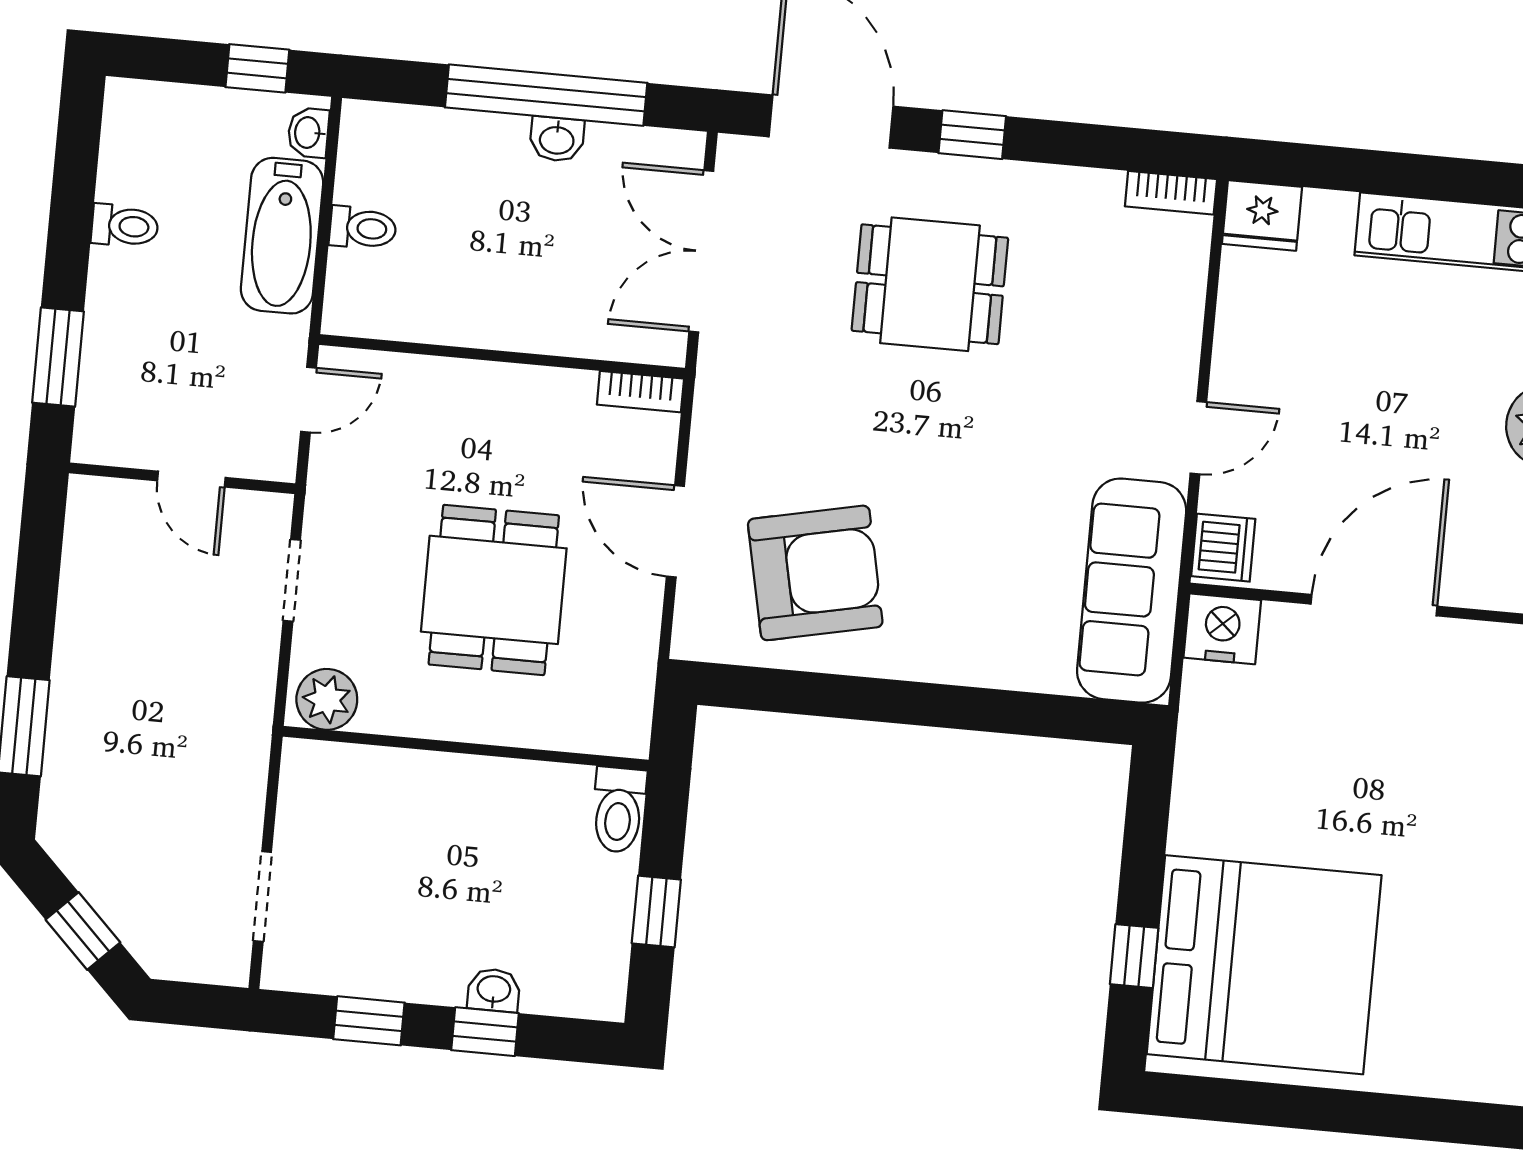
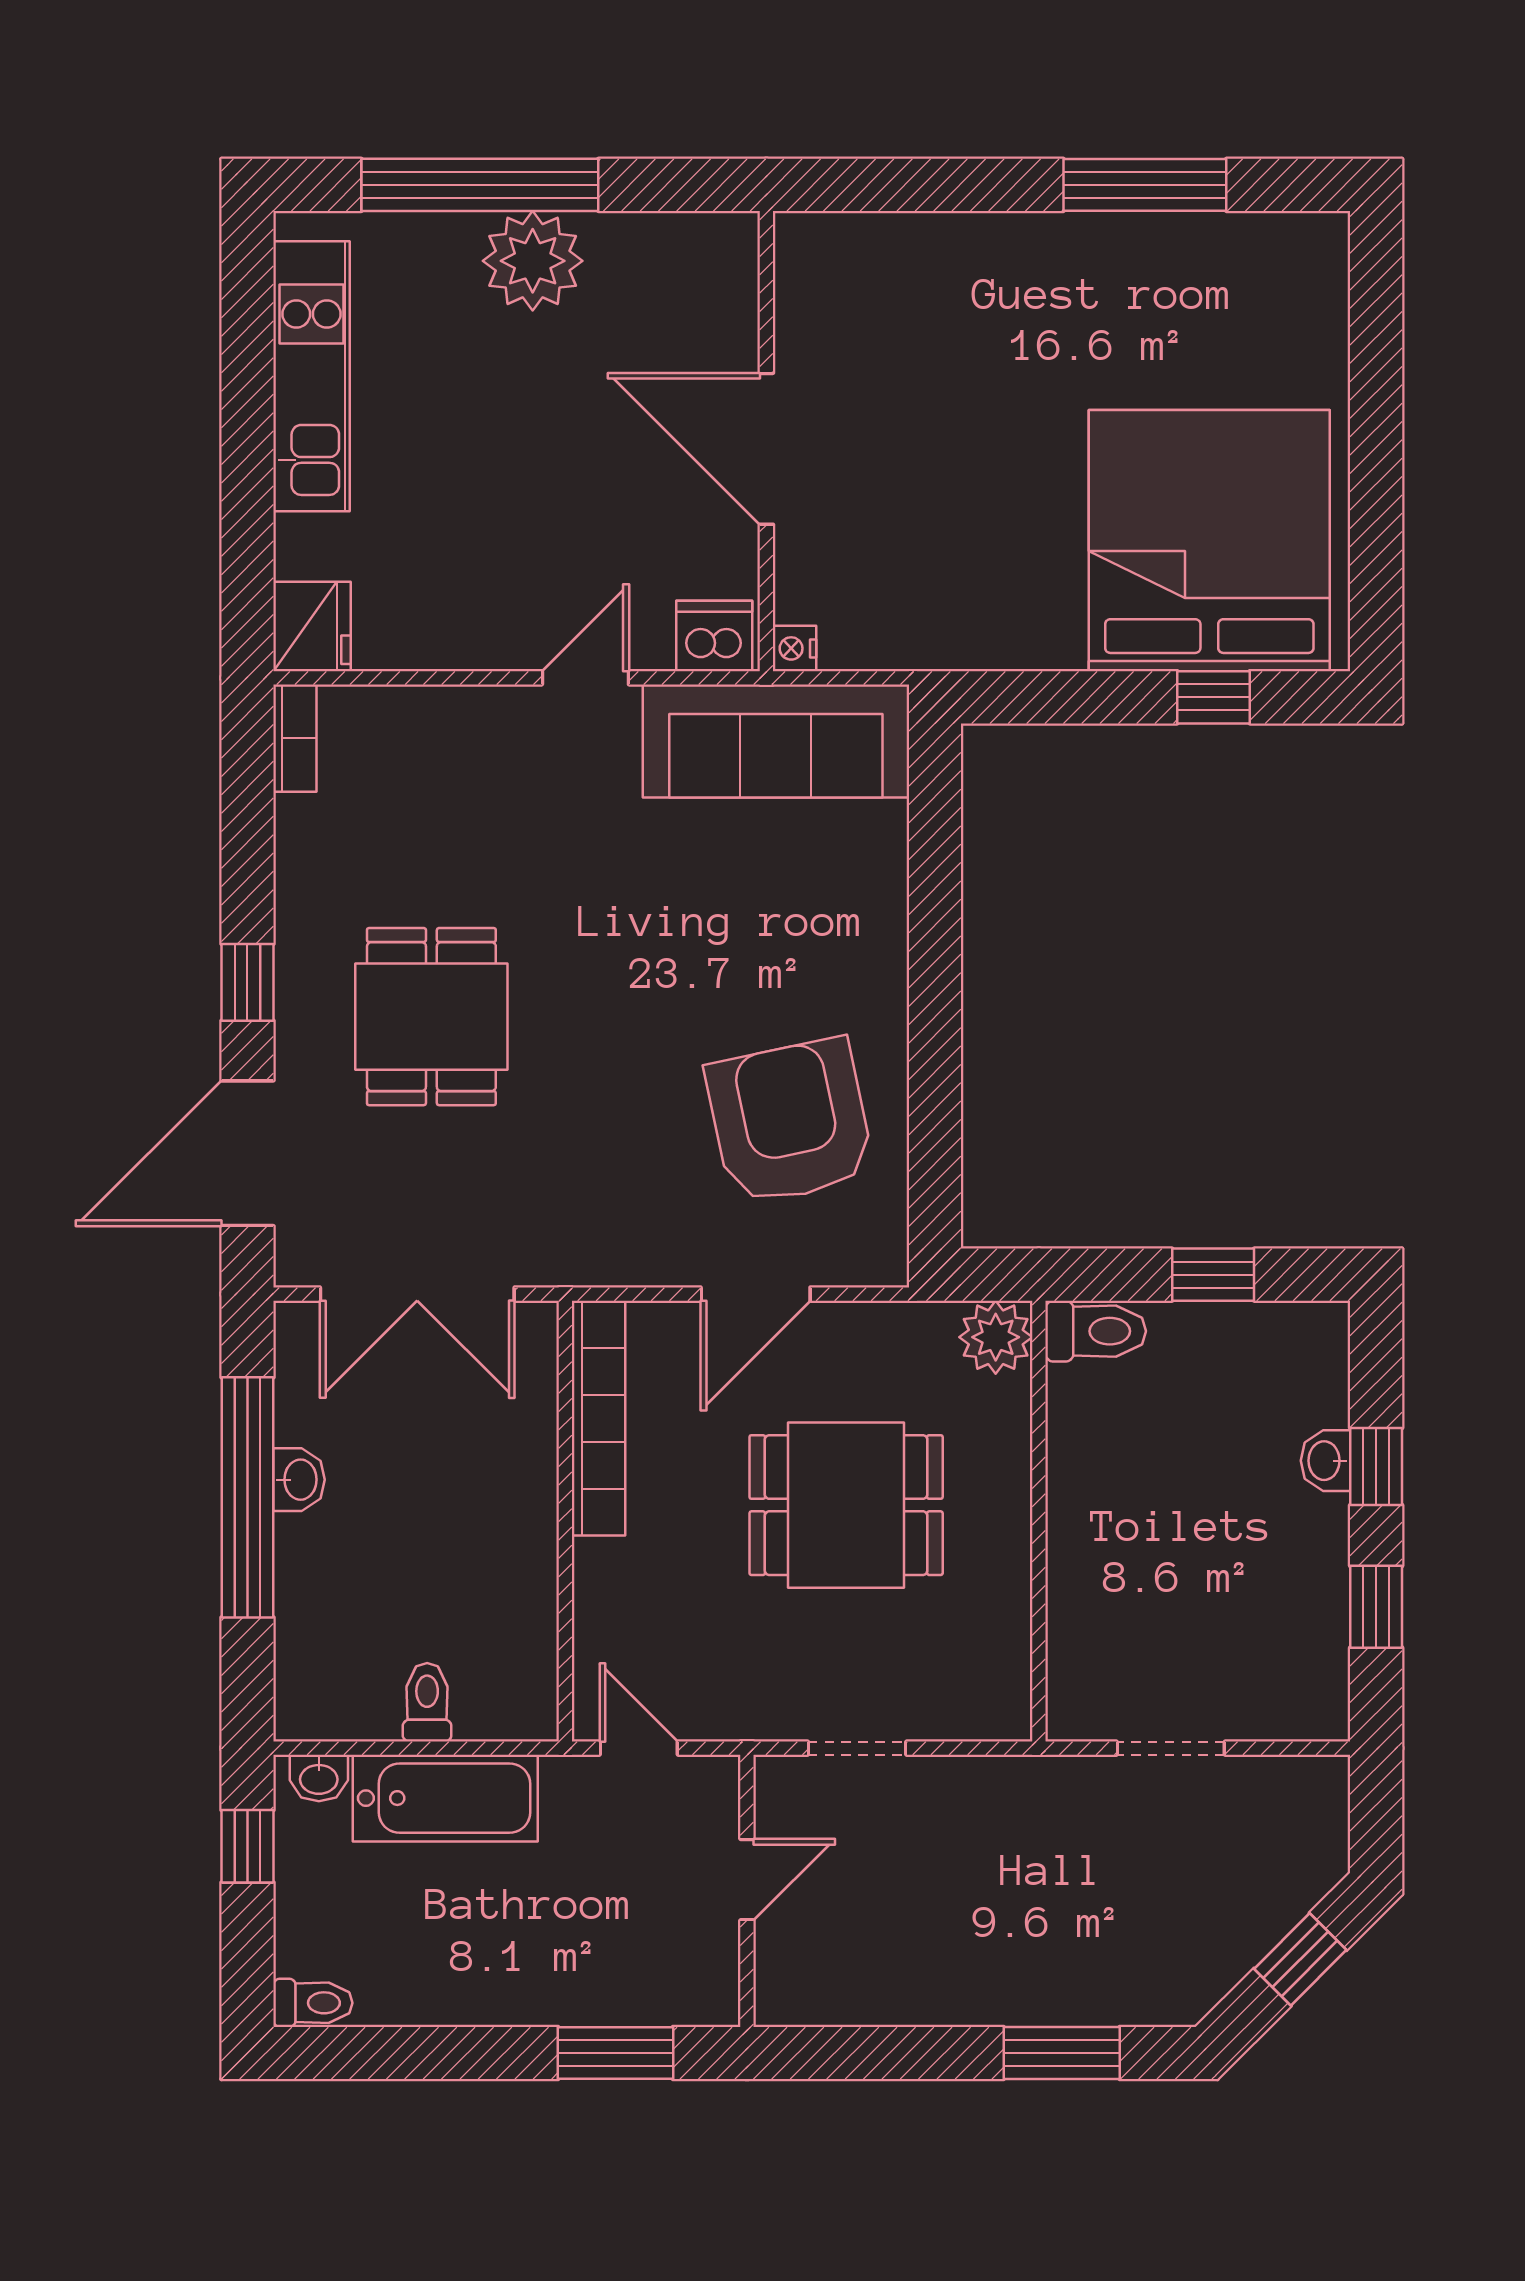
toilet: (125, 226) -> (313, 2003), moved, turned 90
bookcase: (640, 392) -> (598, 1418), width x2.31, depth x1.31
door: (1198, 438) -> (585, 678), hinge flipped
nightstand: (1222, 629) -> (795, 648), width x0.53, depth x0.56
plant: (327, 699) -> (996, 1337), moved
doorway: (262, 896) -> (1171, 1748), moved

